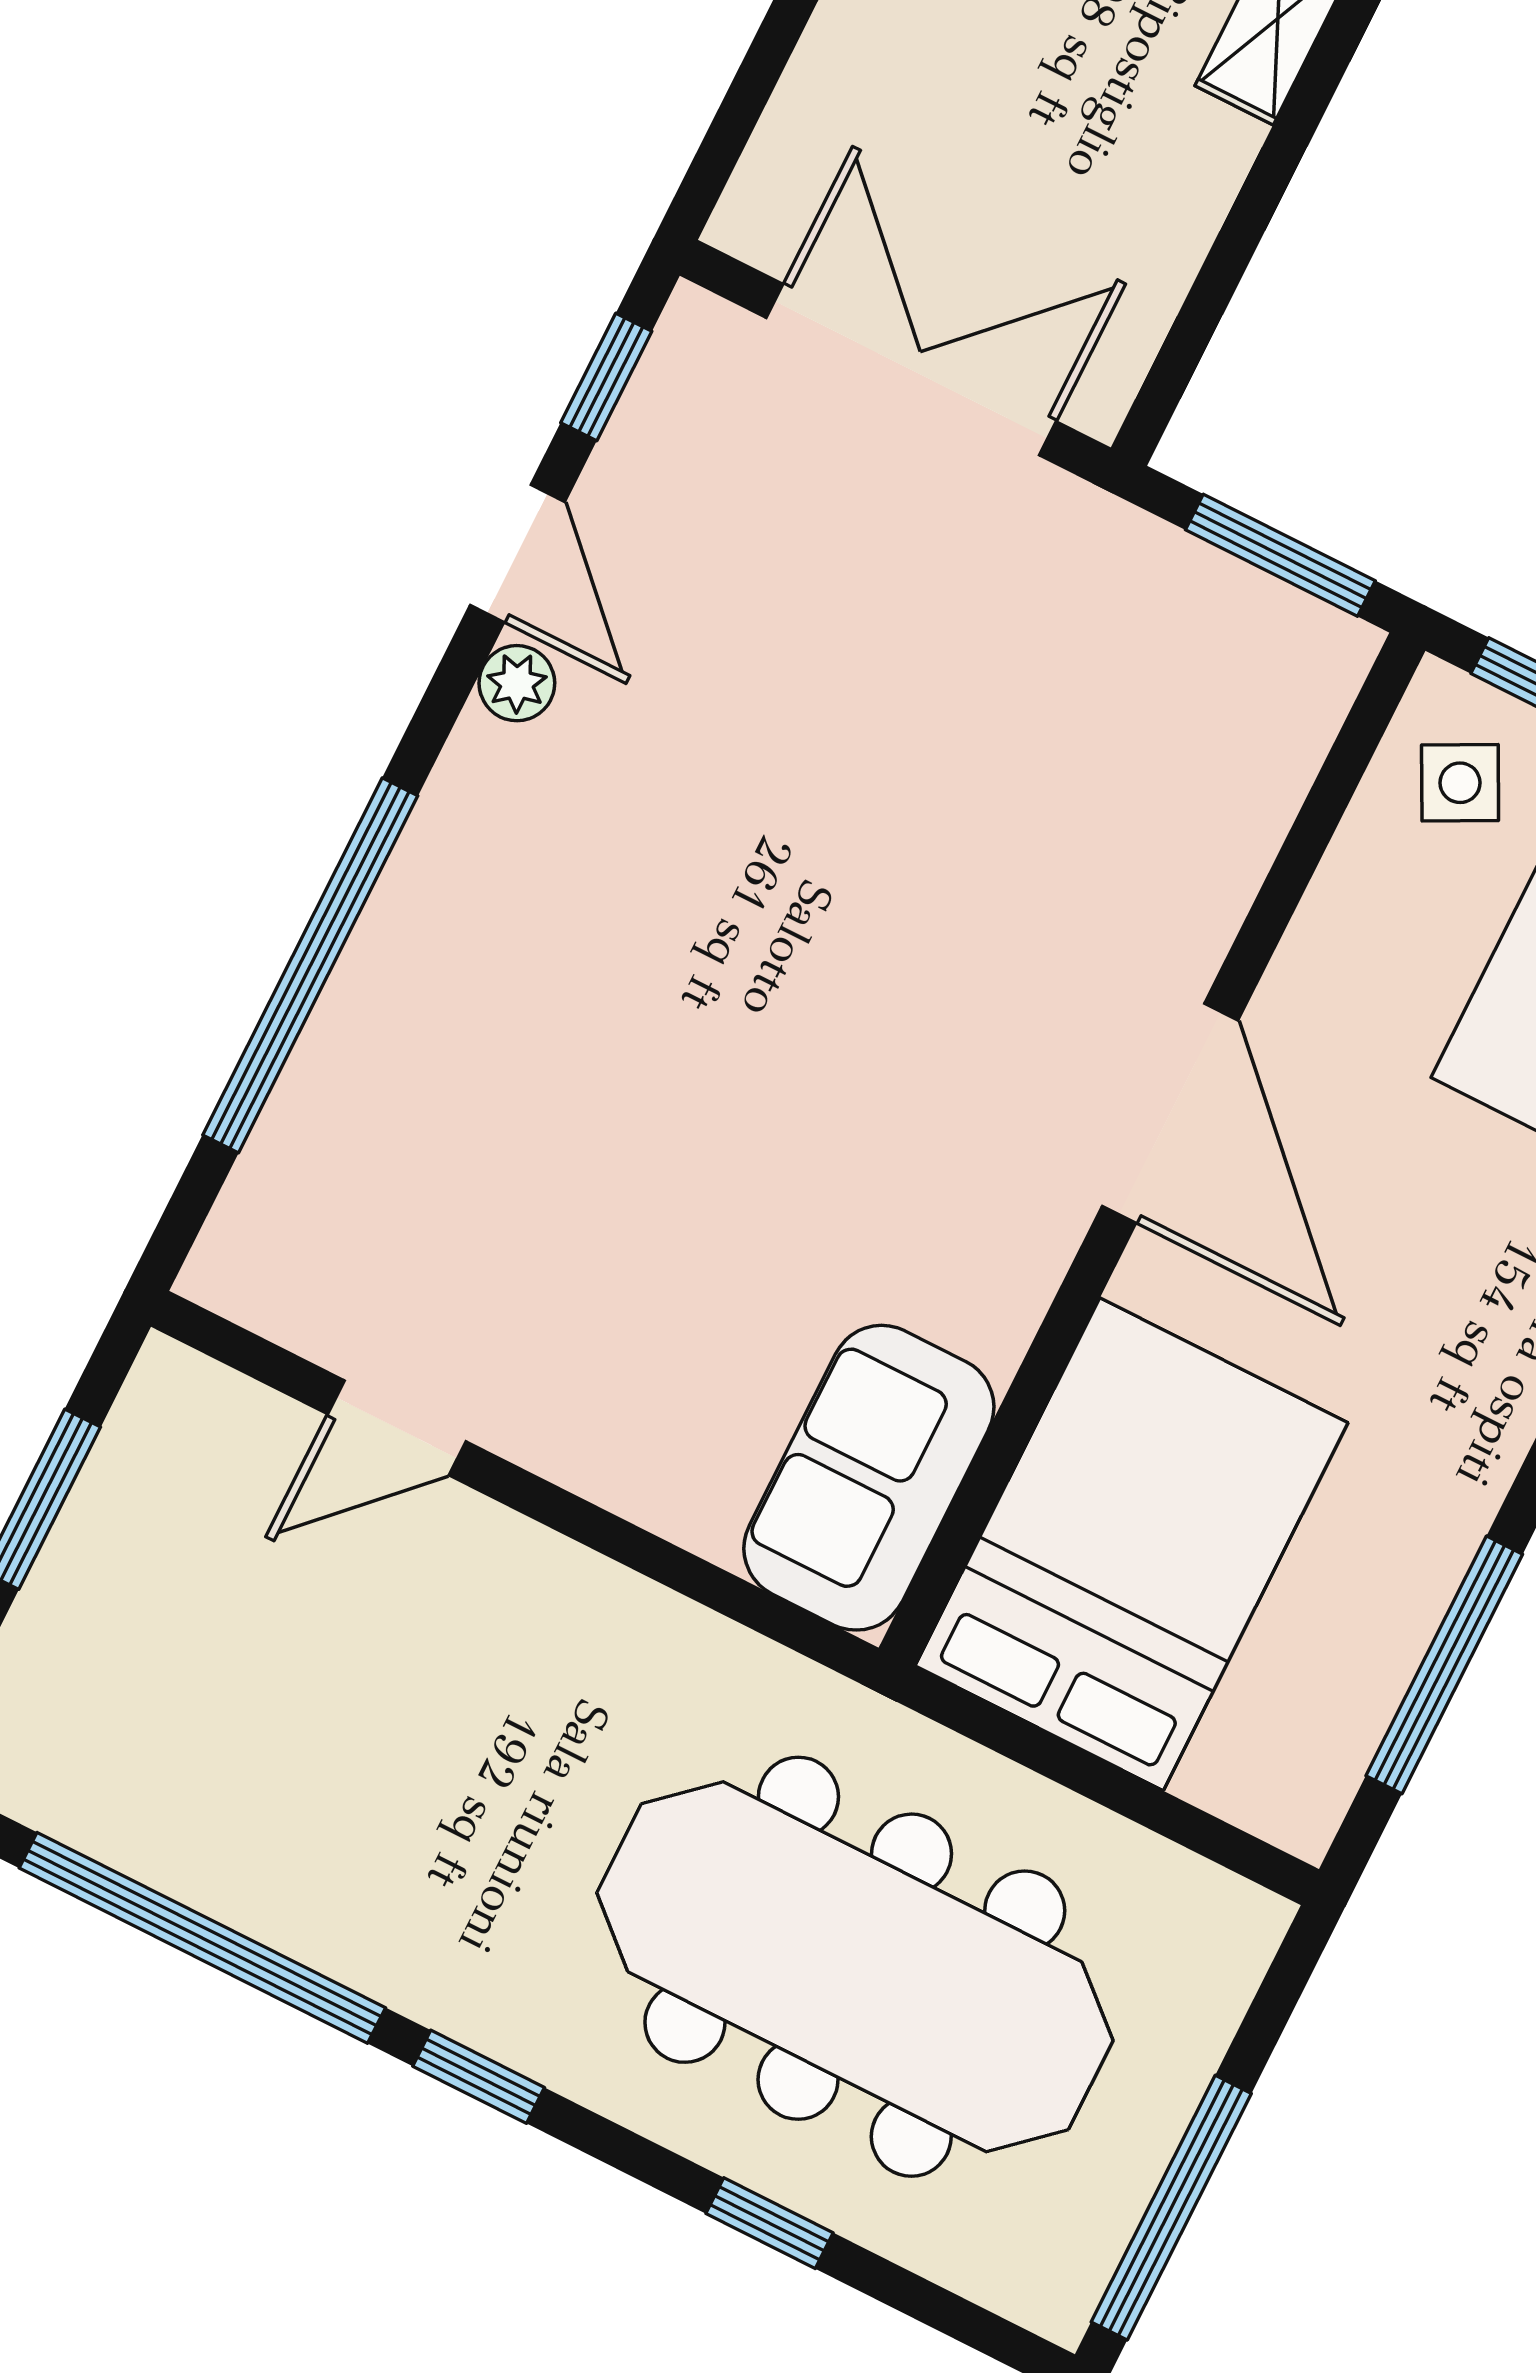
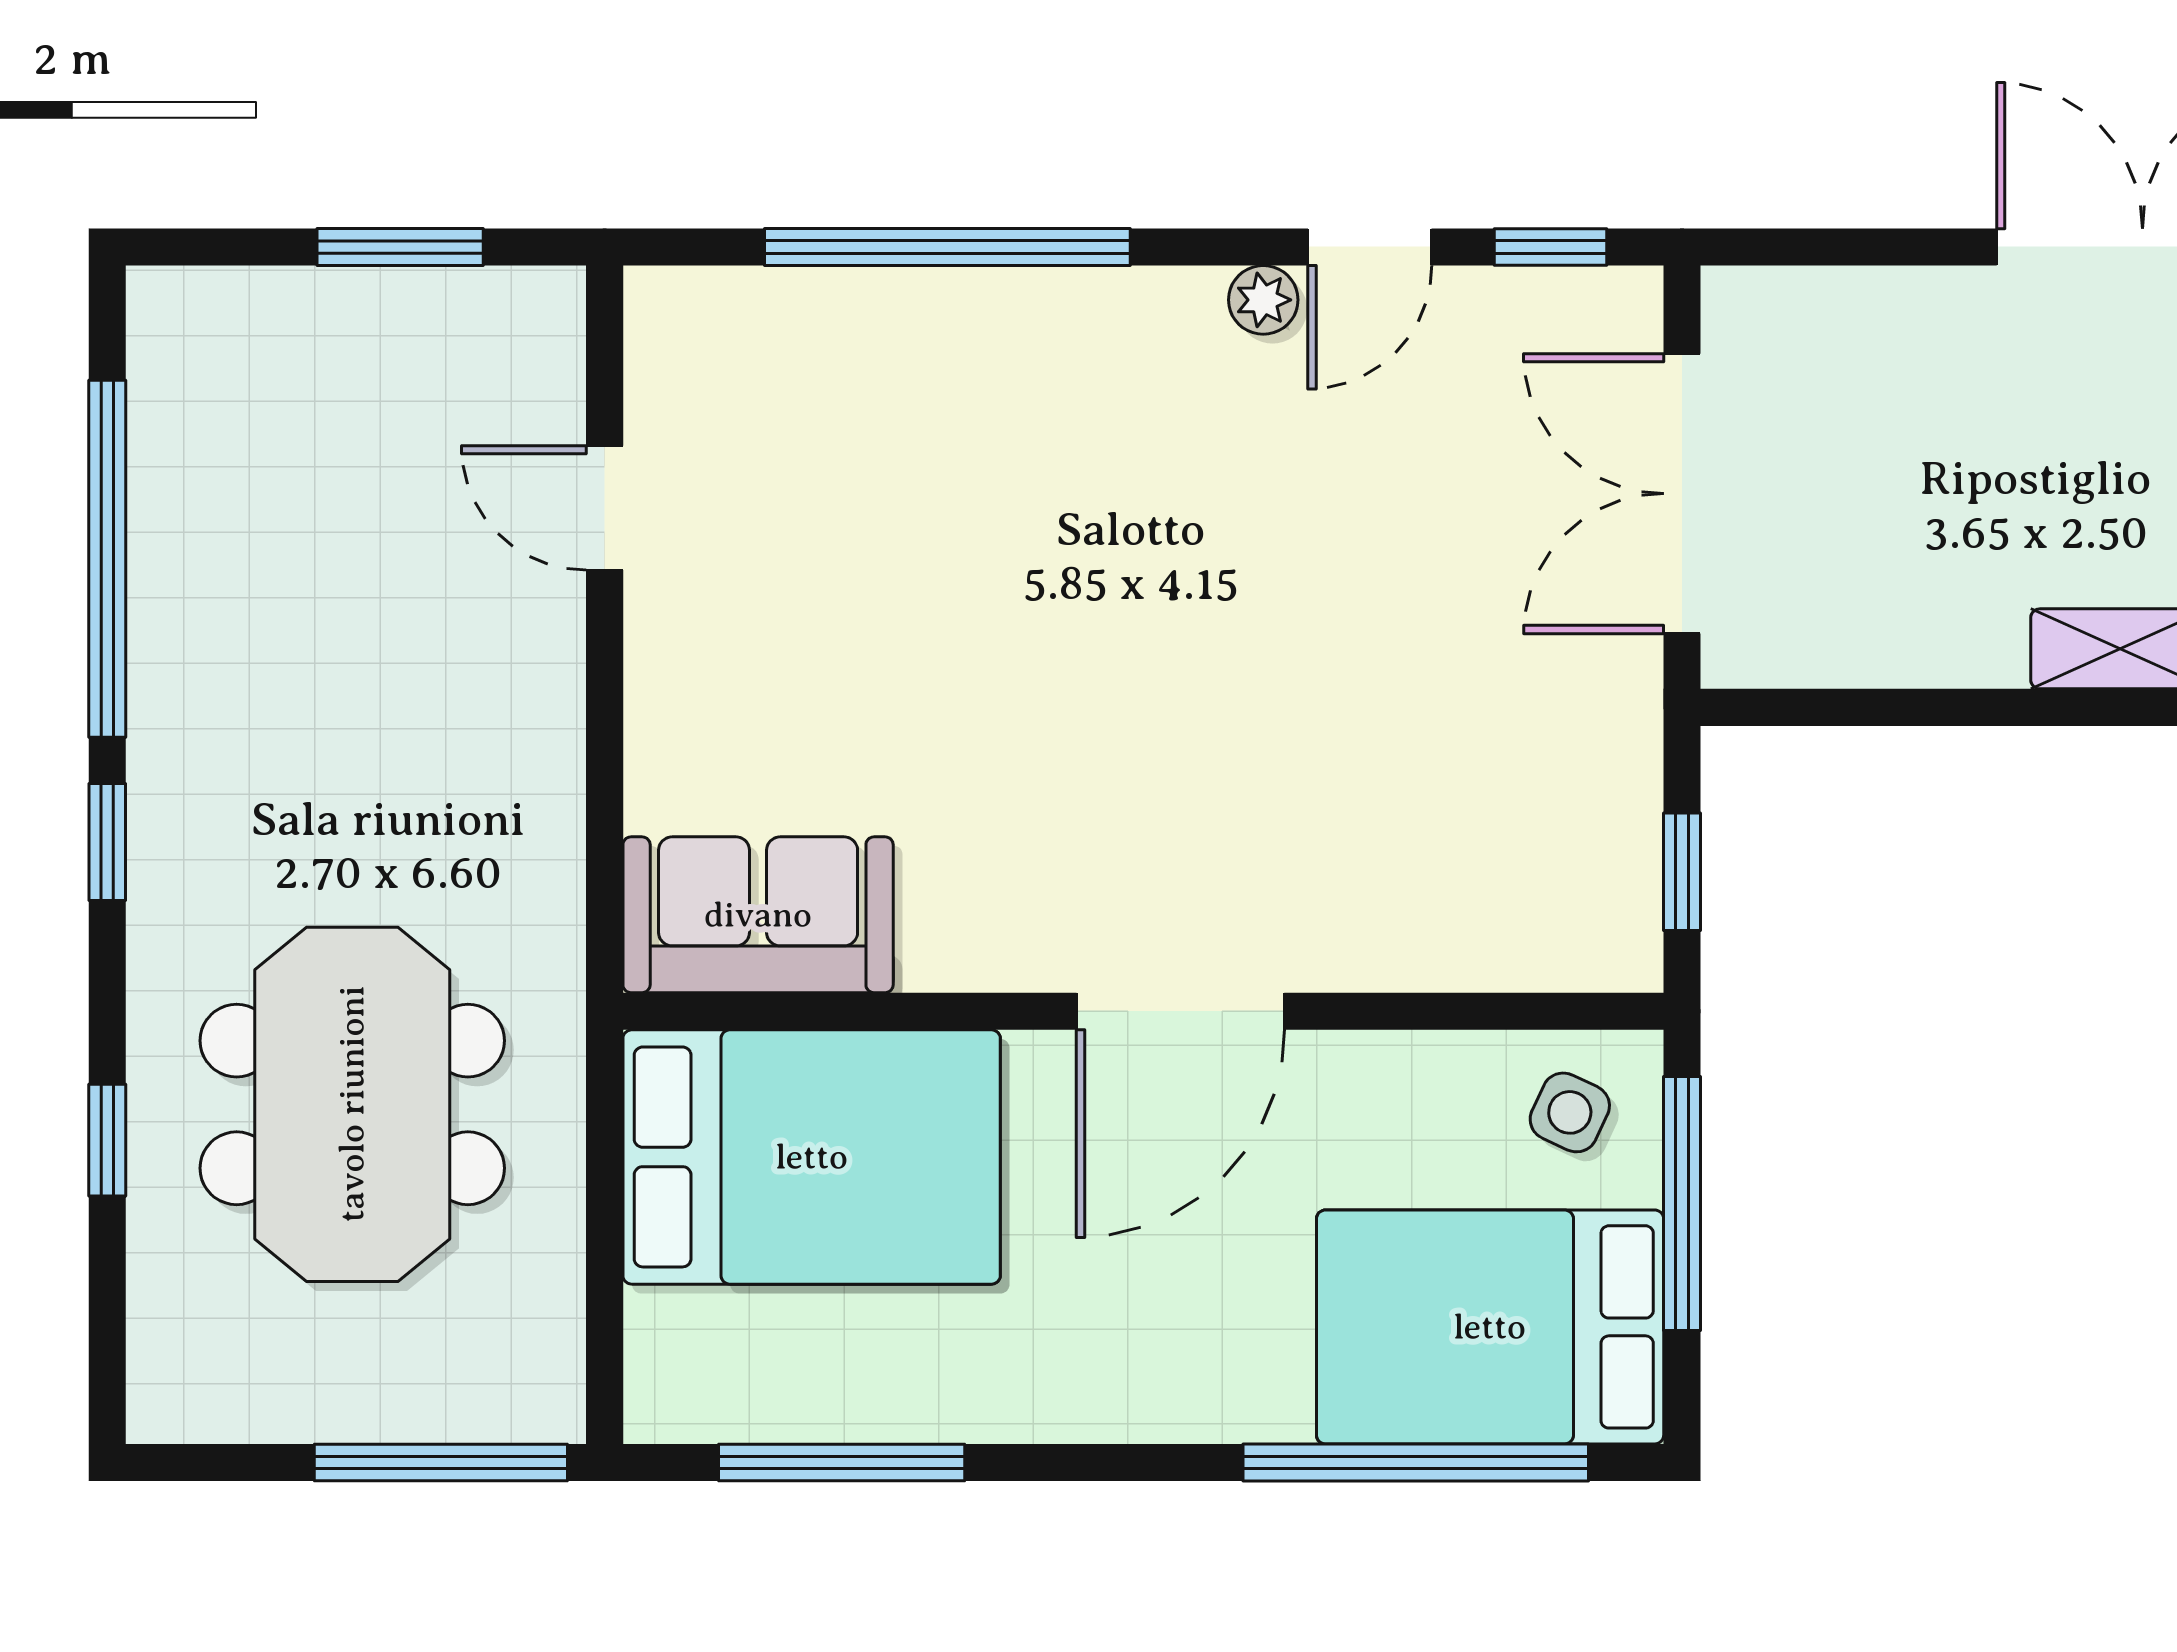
double door: (911, 370) -> (1682, 494), swing flipped
window: (1280, 555) -> (1682, 872), width x0.67
side table: (1460, 783) -> (1570, 1112), turned -38
meeting table: (855, 1967) -> (352, 1104), width x0.73
window: (1171, 2208) -> (441, 1462), moved

